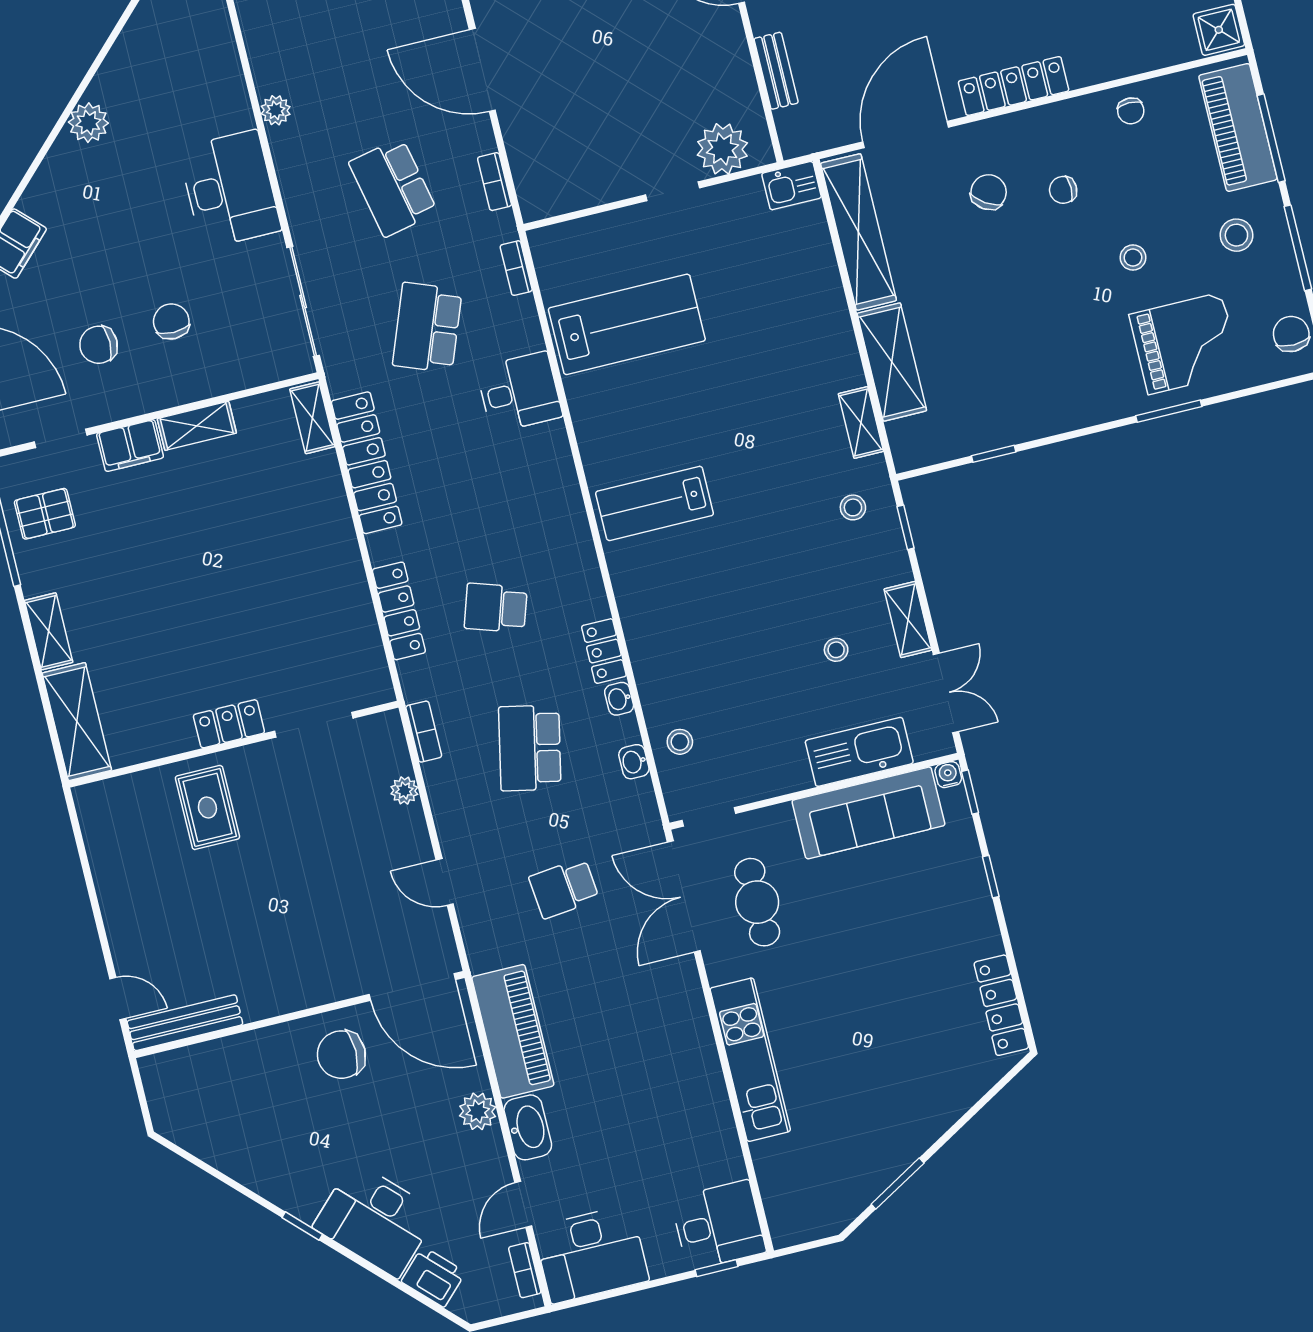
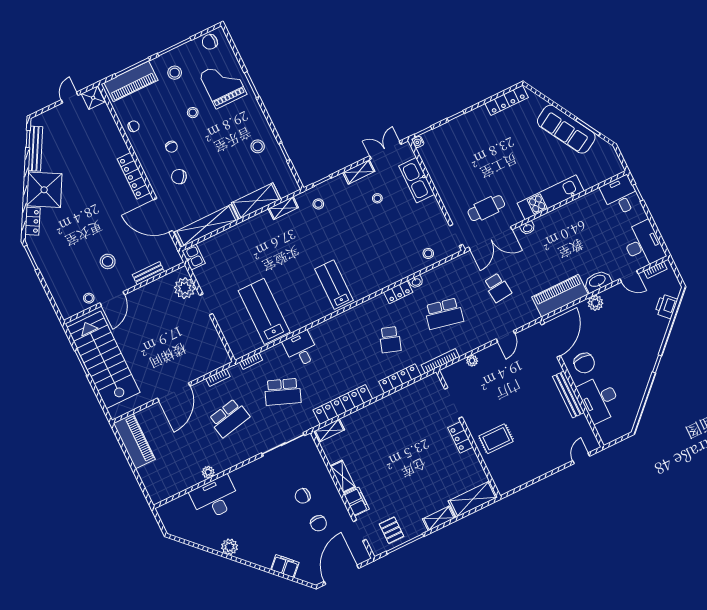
desk: (230, 189) -> (215, 498), moved
stool: (1020, 394) -> (258, 146), added
lab bench: (655, 503) -> (334, 285), turned 180
bookcase: (424, 732) -> (440, 361), width x1.56
washbasin: (634, 762) -> (528, 228), moved
sofa: (868, 813) -> (566, 129), moved, turned 150
bench: (185, 1023) -> (568, 394), moved
desk: (375, 1220) -> (599, 399), moved, turned 135

